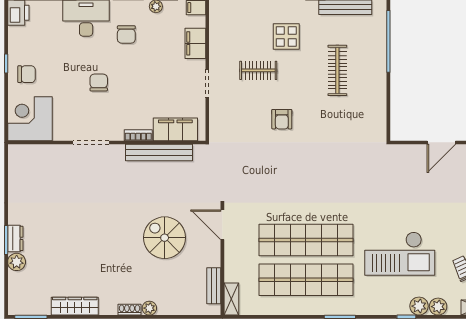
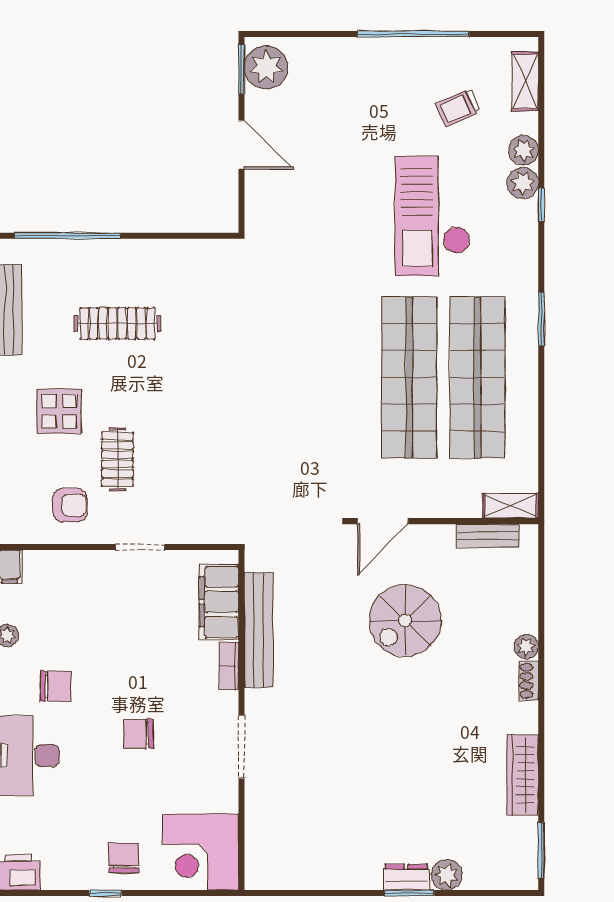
filing cabinet: (195, 43) -> (71, 567), removed
armchair: (282, 119) -> (70, 505), moved
checkout: (400, 254) -> (432, 216), turned 180

